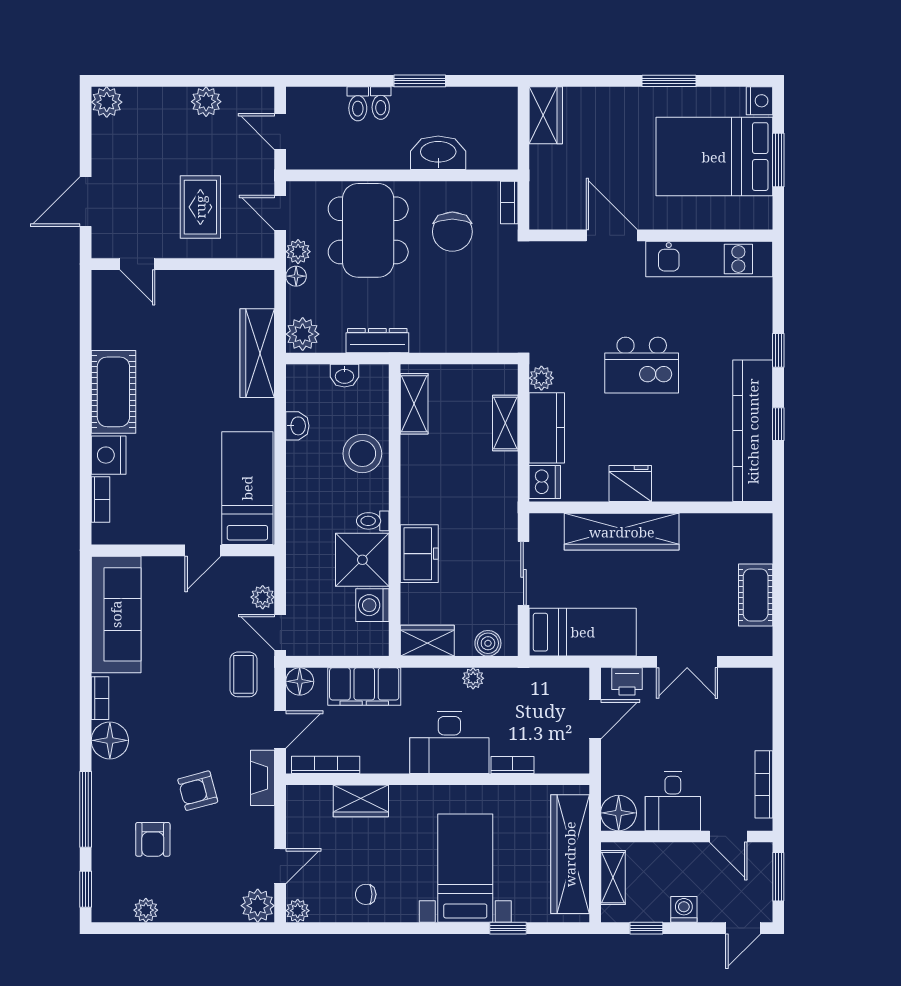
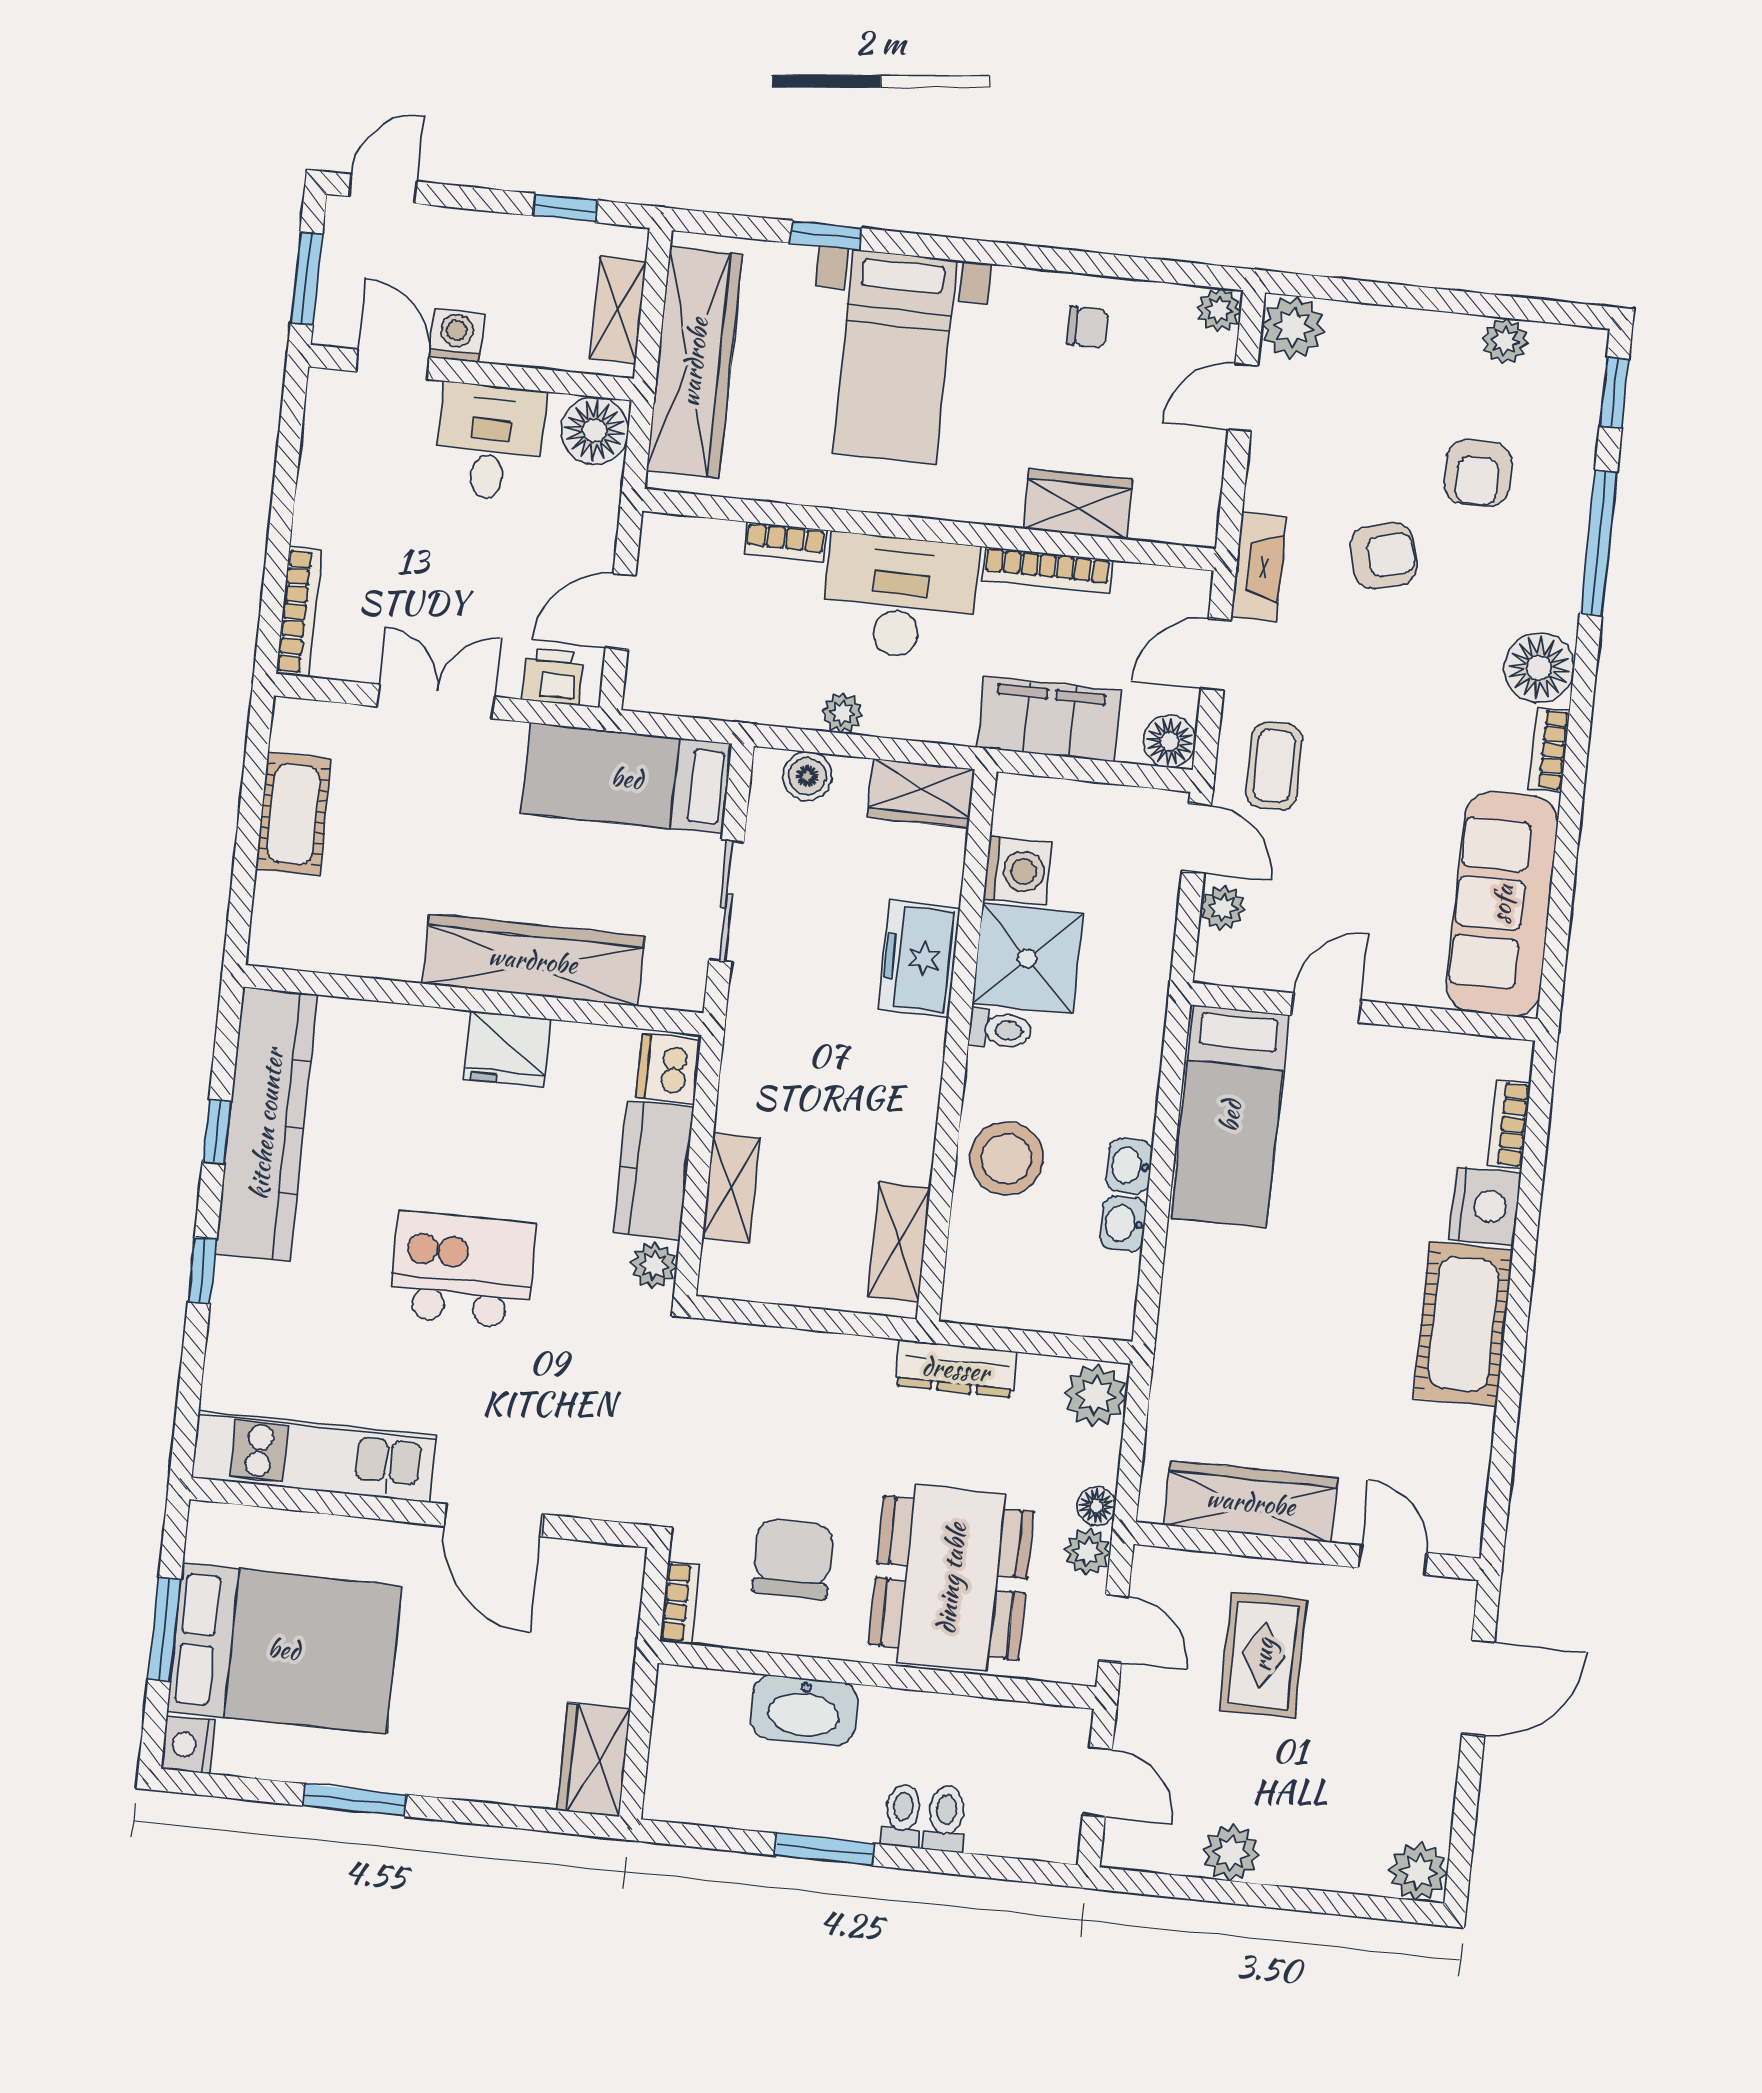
wardrobe: (257, 353) -> (1251, 1502), moved, turned -90
washbasin: (344, 376) -> (1130, 1166), moved, turned -90
bookcase: (326, 765) -> (1047, 570), moved
bookcase: (764, 784) -> (299, 612), moved
armchair: (153, 839) -> (1478, 473), turned 180
washing machine: (684, 909) -> (456, 335), moved, turned 180

